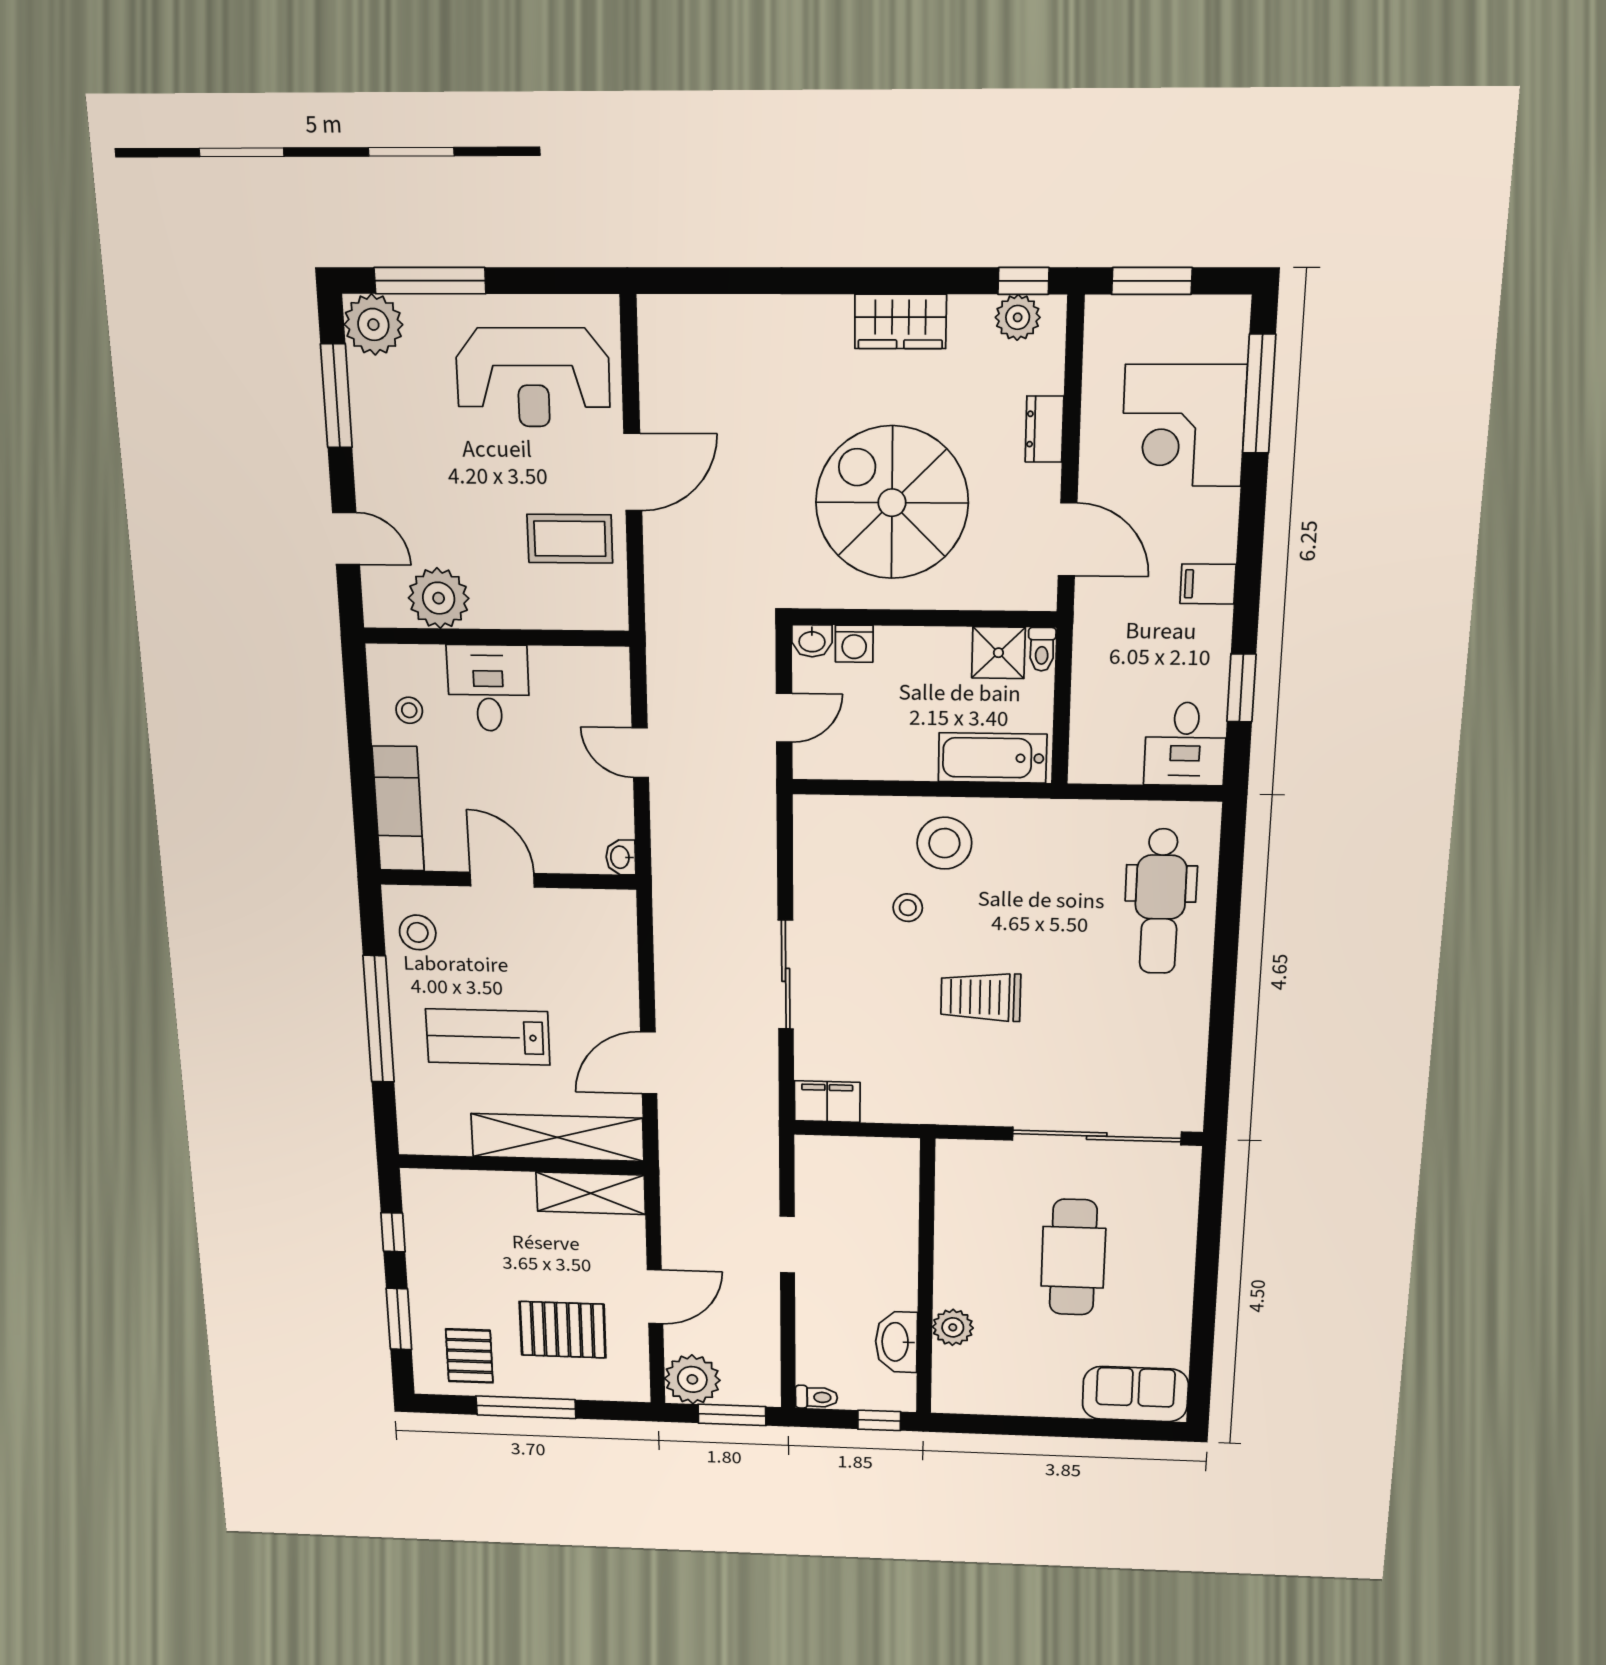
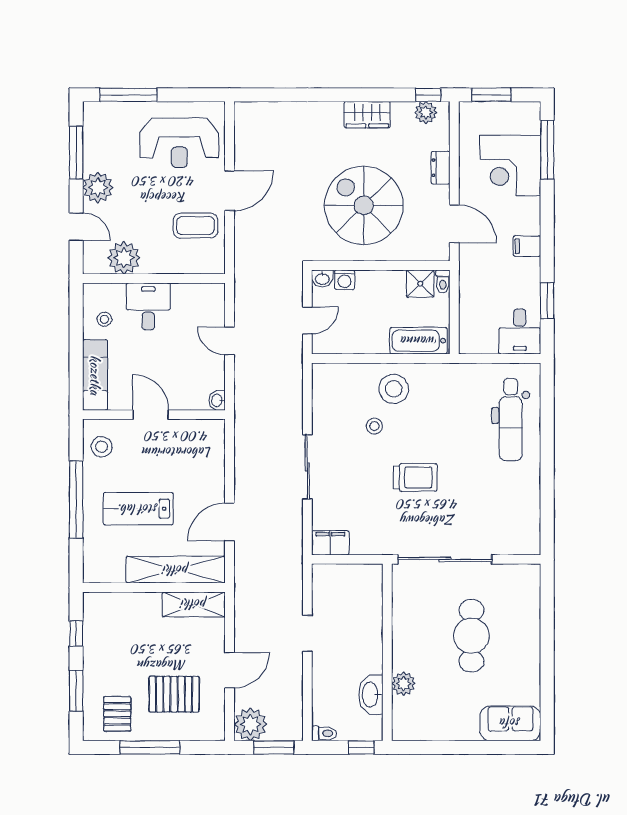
plant: (373, 325) -> (98, 187), moved
trolley: (981, 997) -> (415, 477), turned 180
sliding door: (1097, 1136) -> (445, 559), moved

